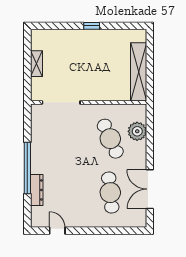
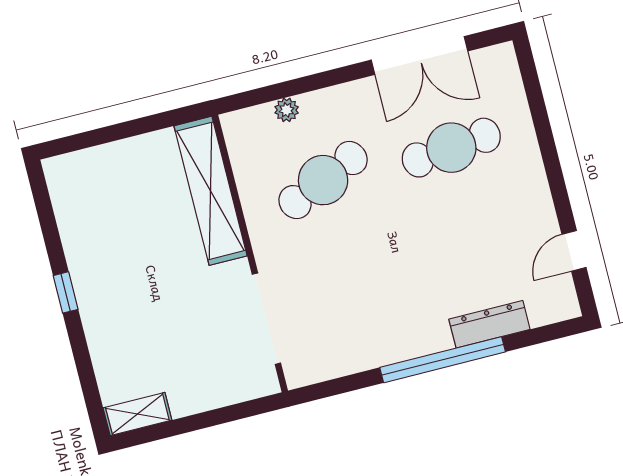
shelving: (36, 64) -> (137, 414), moved
shelving: (139, 72) -> (211, 191), moved, turned 90
plant: (137, 131) -> (287, 110), width x0.53, depth x0.53

